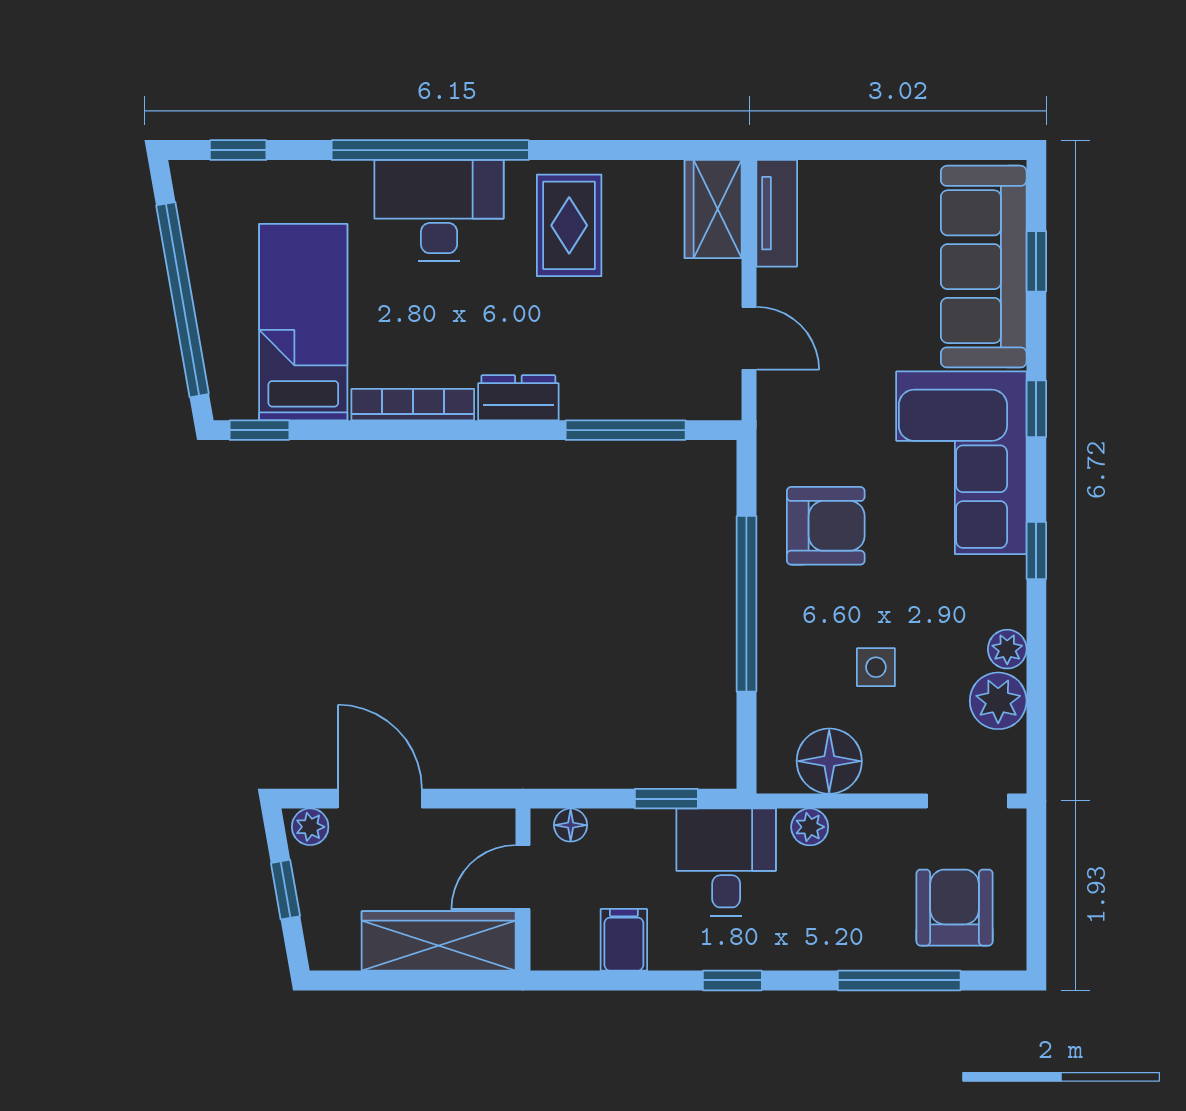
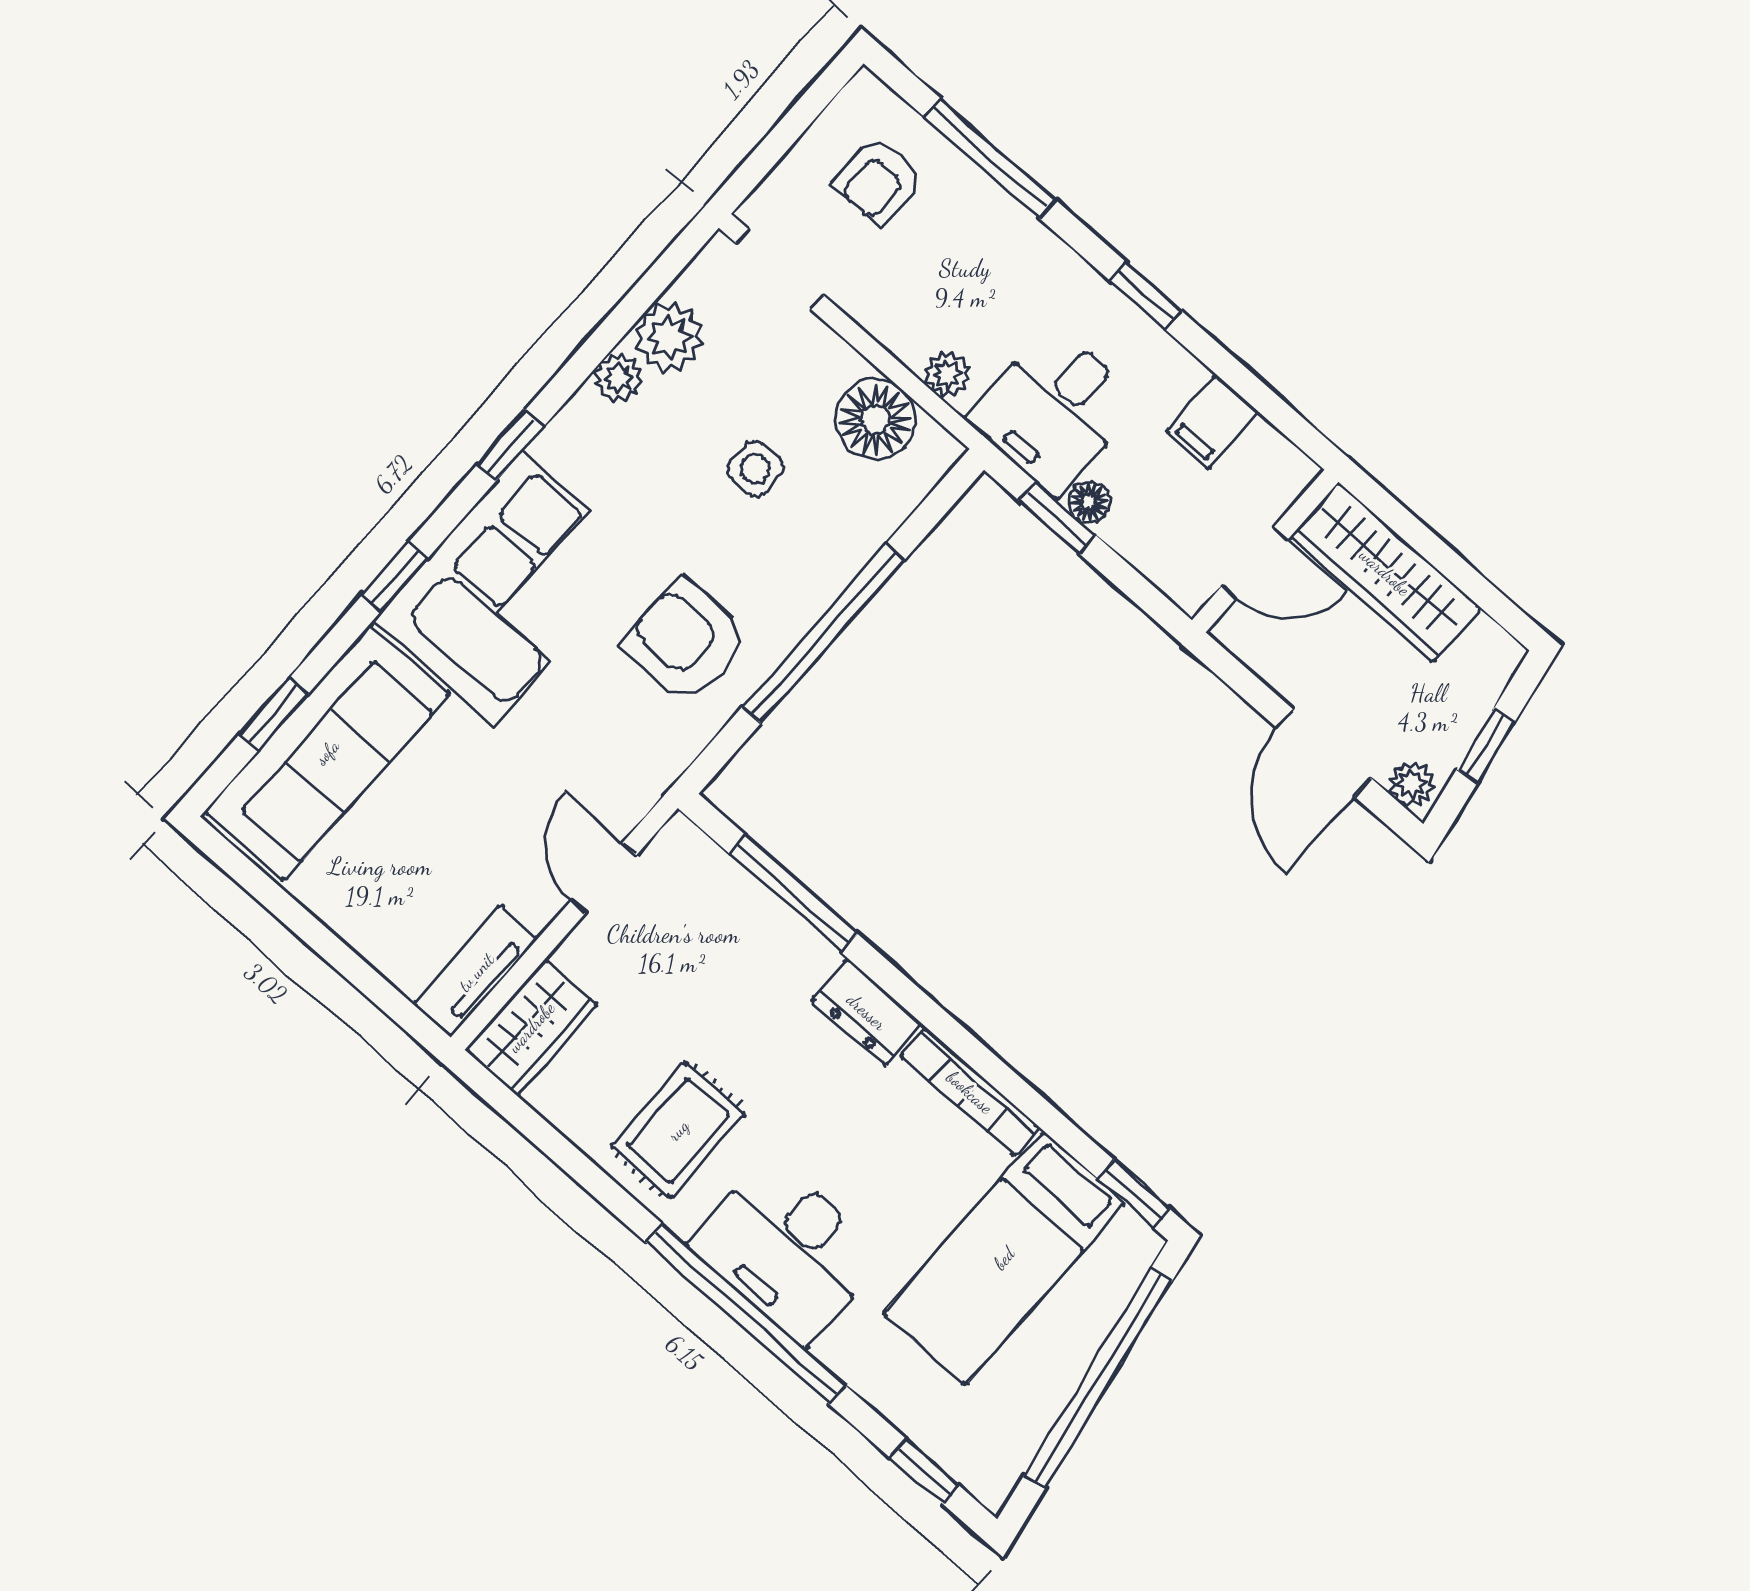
floor lamp: (571, 825) -> (1089, 502), moved
armchair: (955, 908) -> (879, 181), width x0.72, depth x0.72

